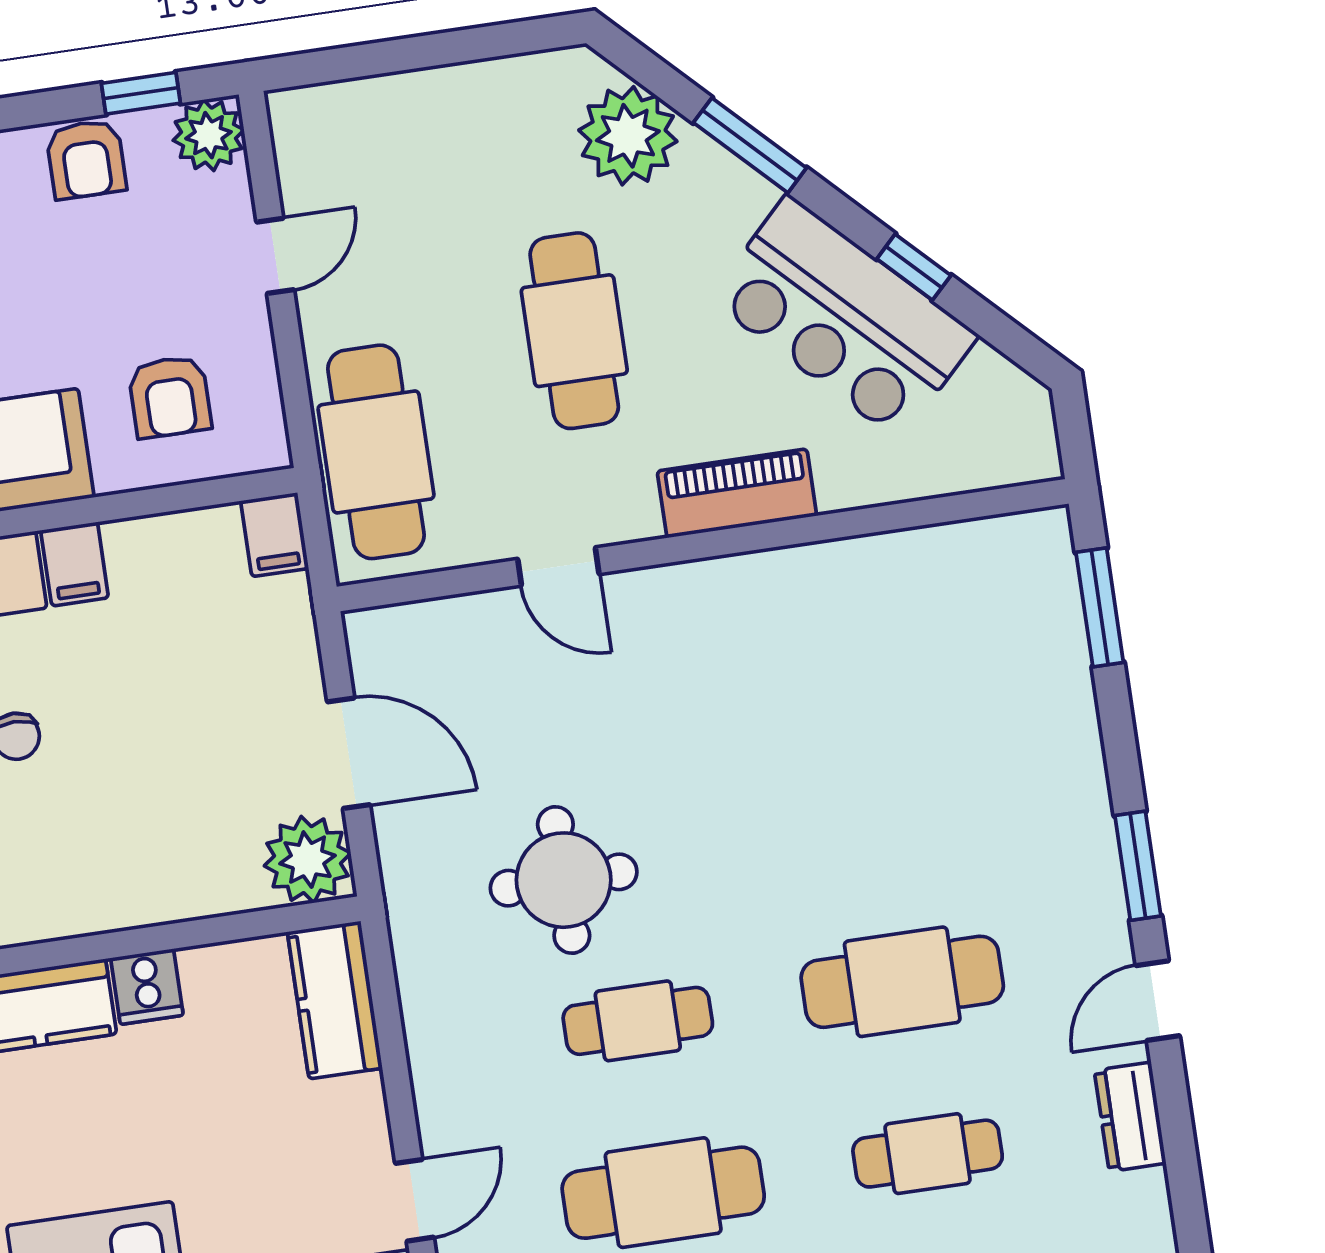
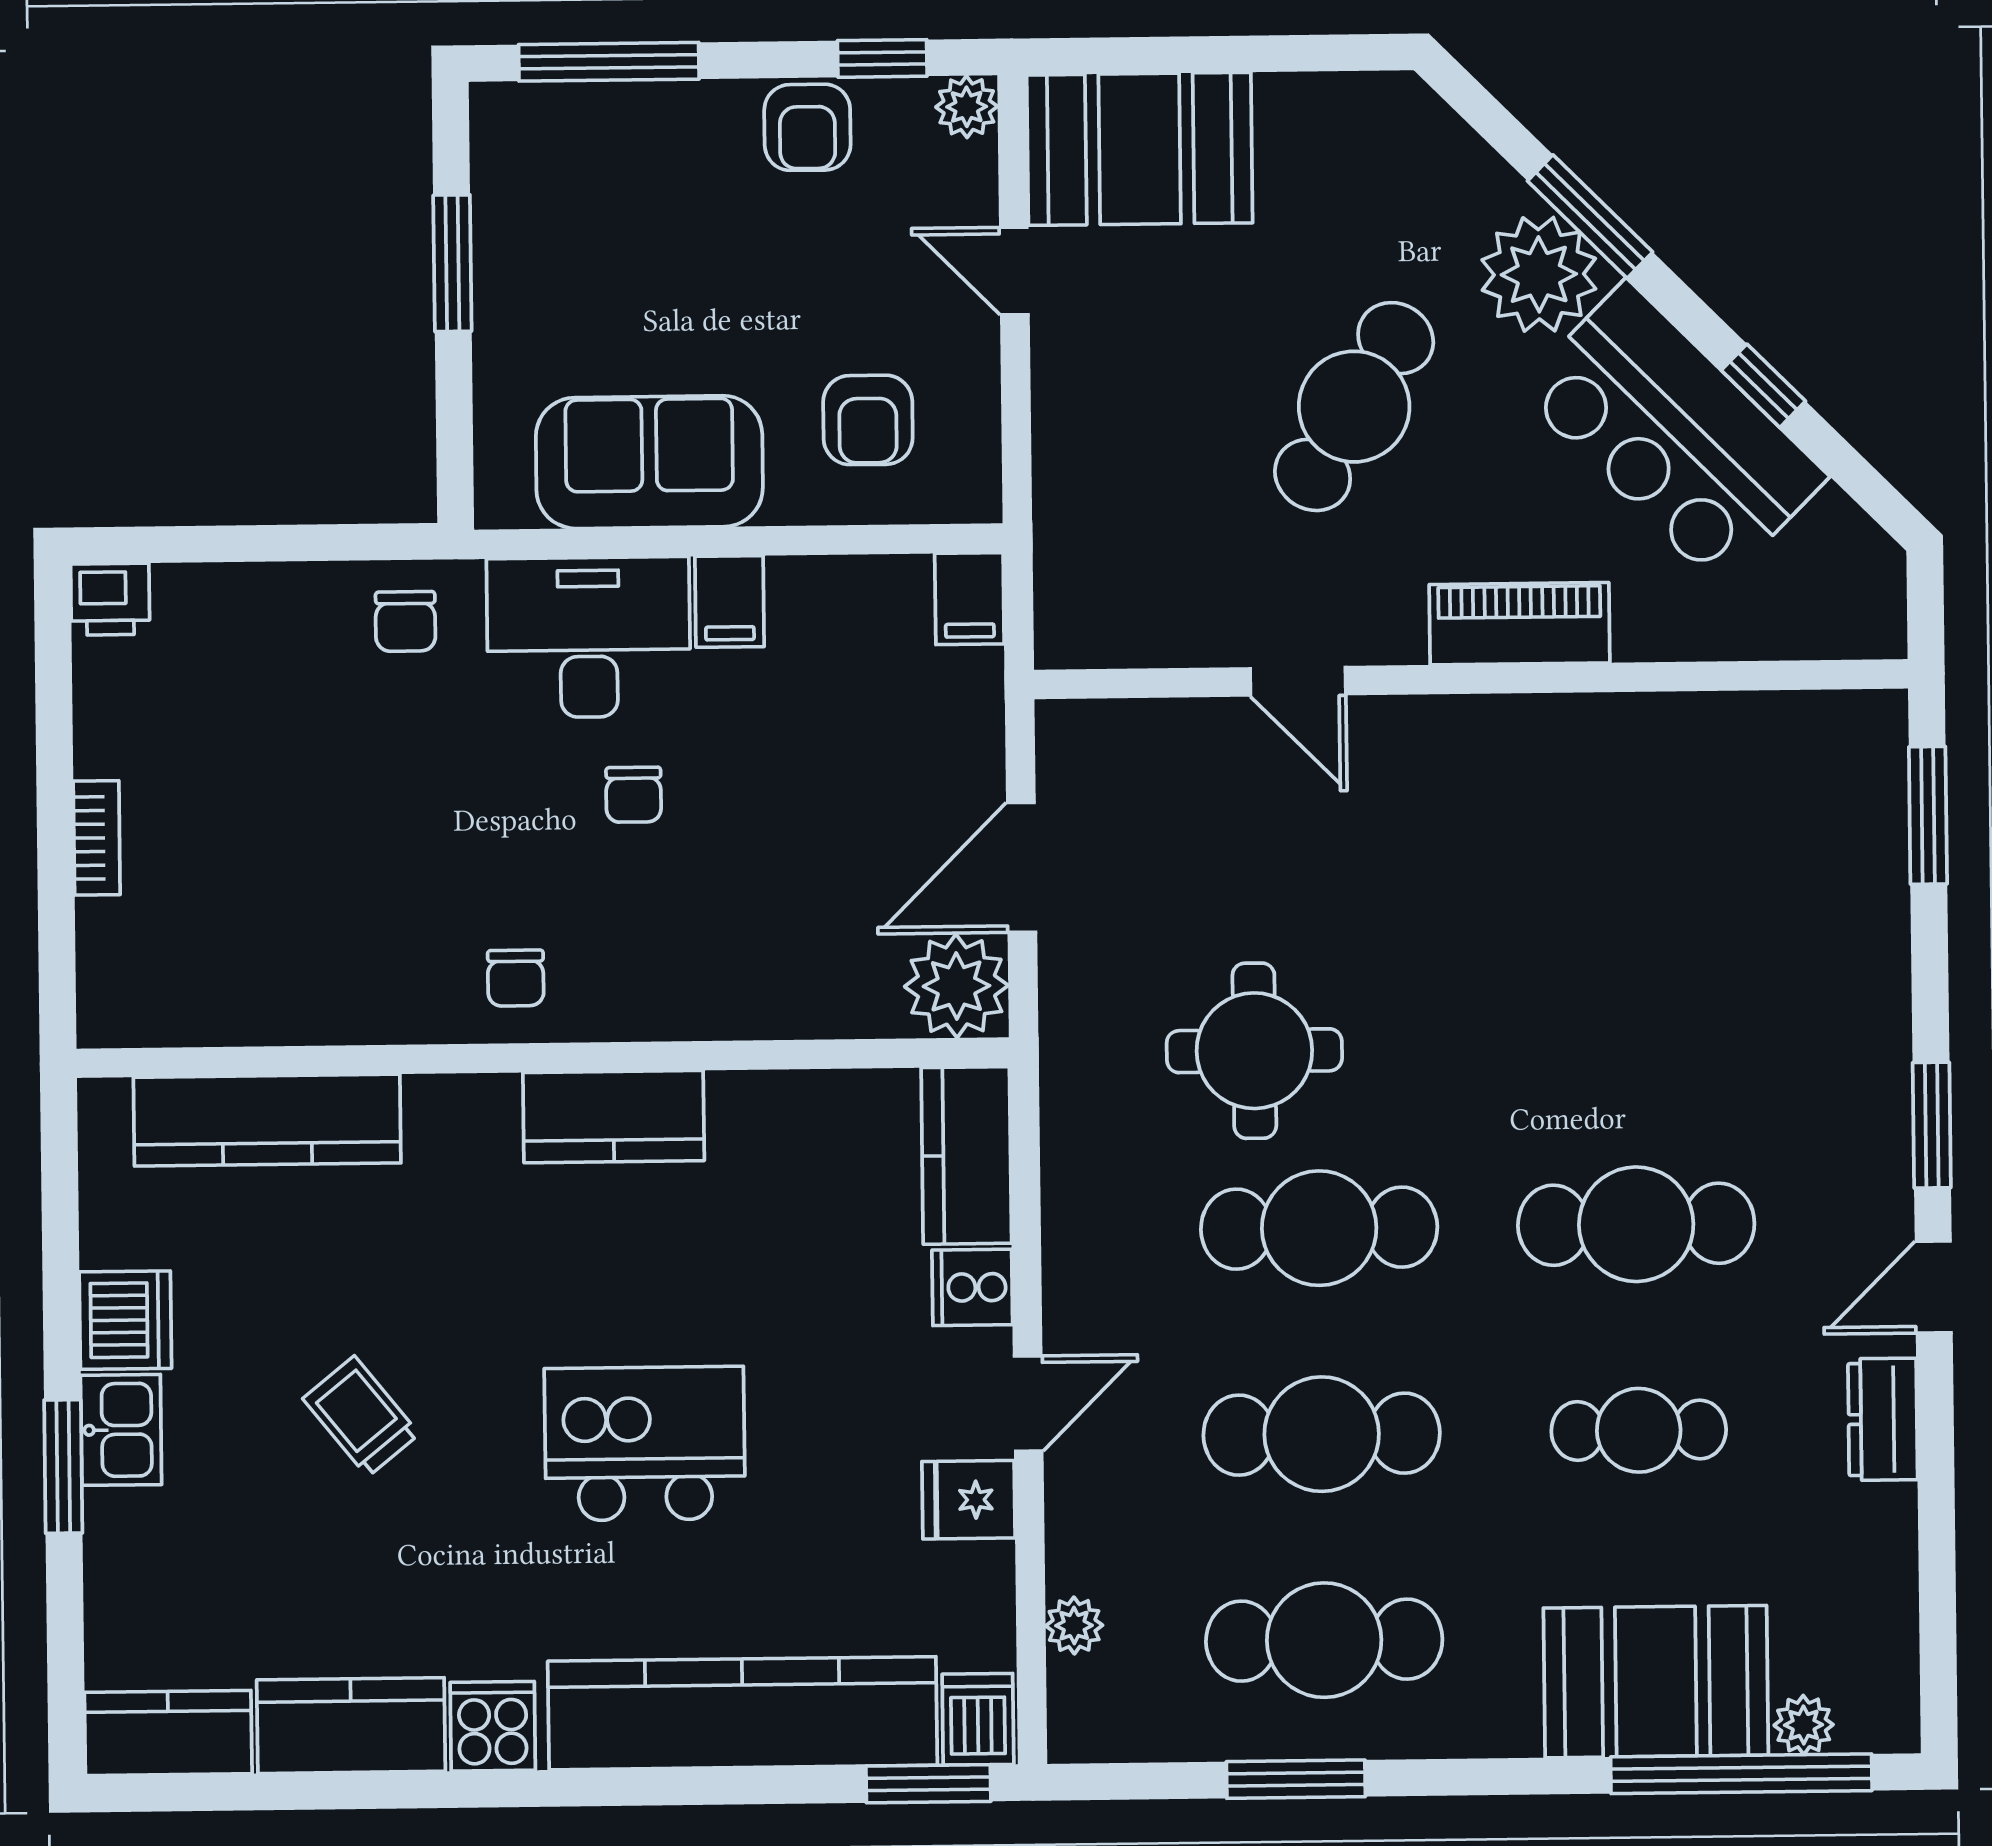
plant: (209, 135) -> (967, 107), width x0.73, depth x0.73
plant: (628, 136) -> (1539, 274), moved
booth: (366, 140) -> (1140, 149), added
door: (275, 256) -> (1014, 271), swing flipped
cafe table: (574, 331) -> (1354, 407), turned 32
cafe table: (376, 452) -> (1102, 518), removed
door: (349, 753) -> (1022, 867), swing flipped
cooker: (147, 987) -> (972, 1287), moved, turned 90
cafe table: (638, 1021) -> (1319, 1228), width x1.37, depth x1.35

